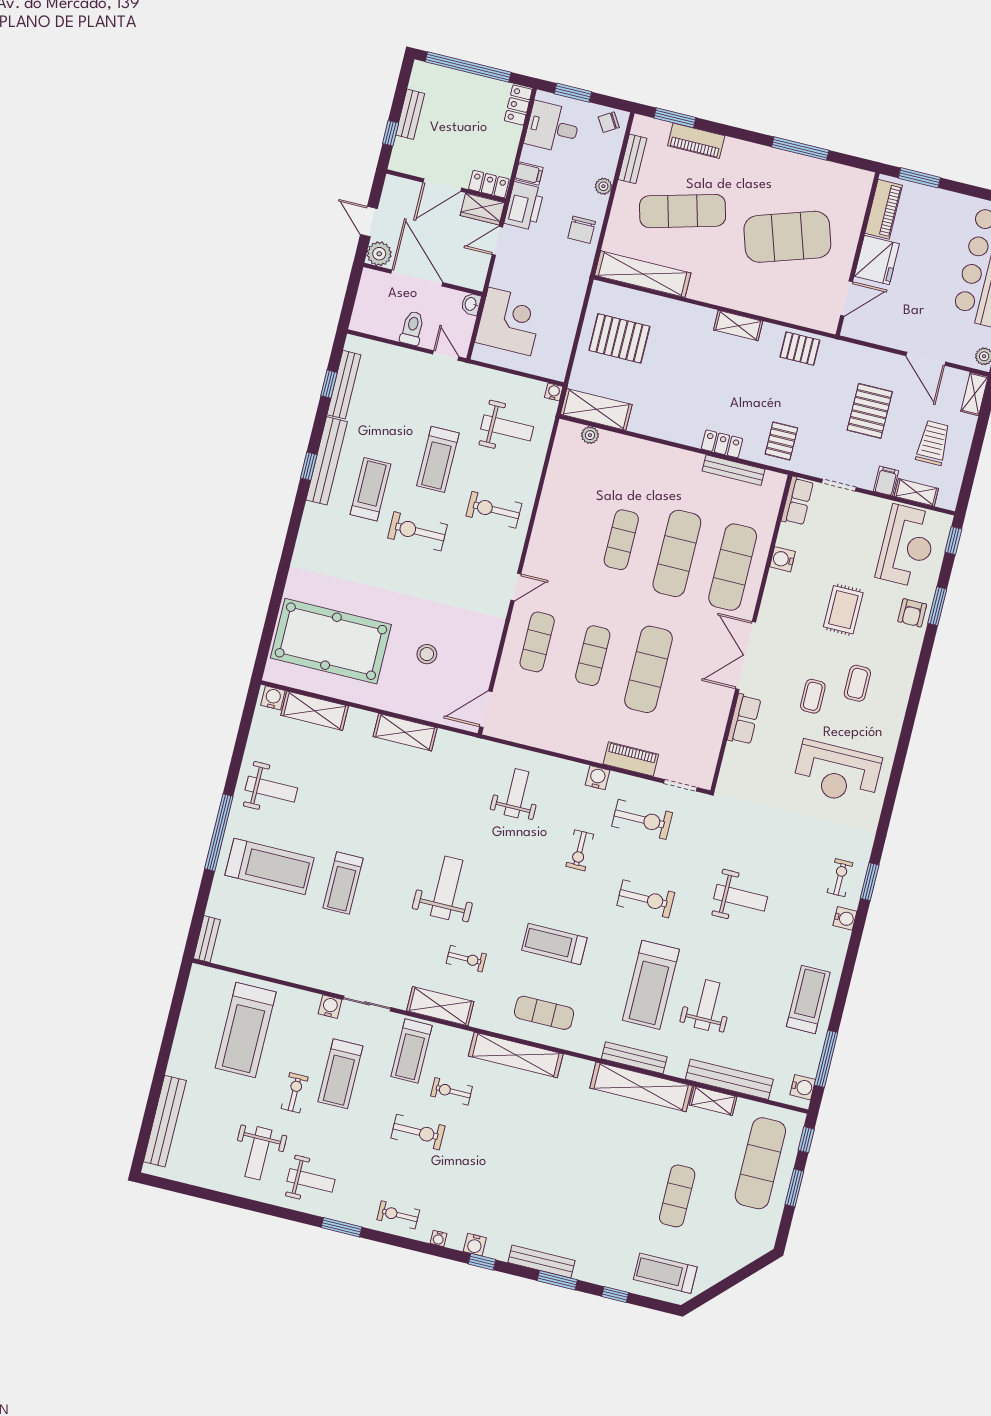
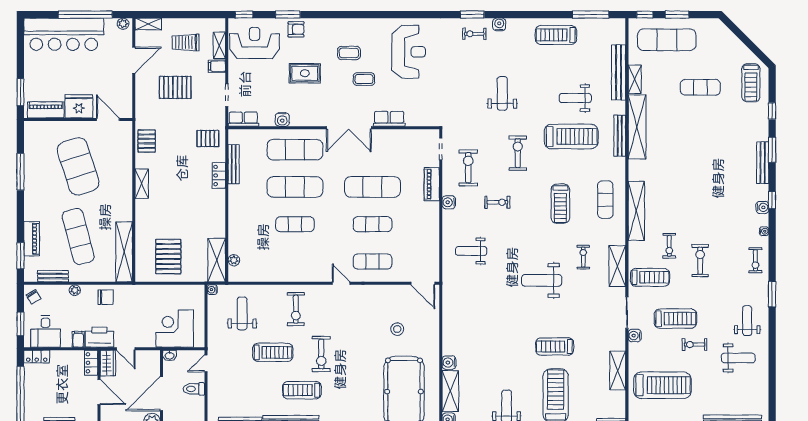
shelving: (405, 732) -> (618, 371), moved
treadmill: (343, 883) -> (555, 347), turned 180
water cooler: (803, 1087) -> (449, 363), moved, turned -90

